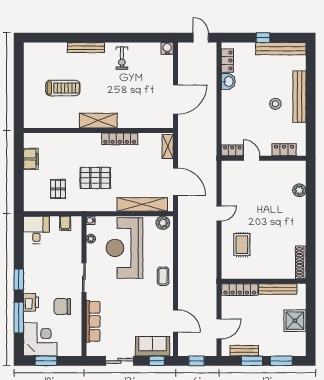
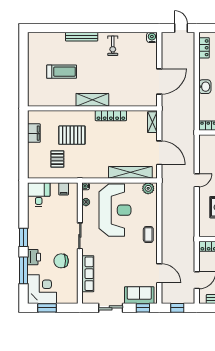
washbasin: (228, 81) -> (205, 87), moved
pallet: (95, 178) -> (72, 135), moved
reception desk: (124, 248) -> (115, 210), turned 180

